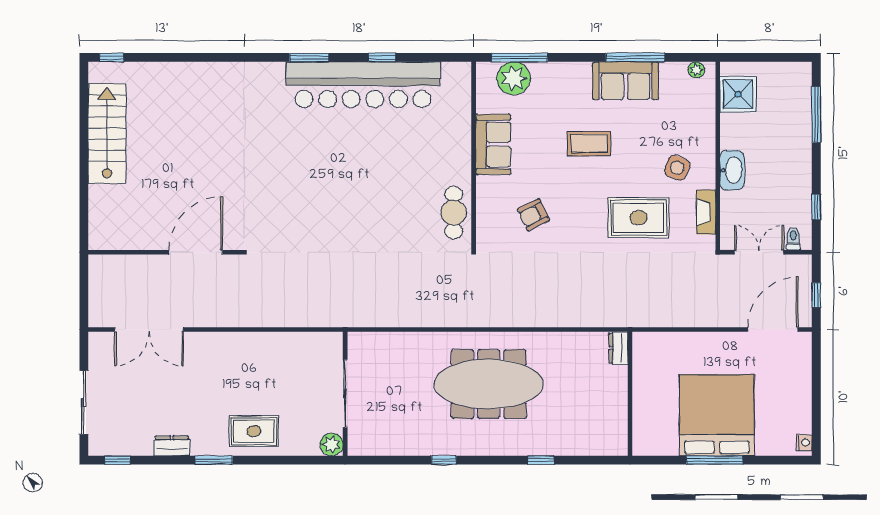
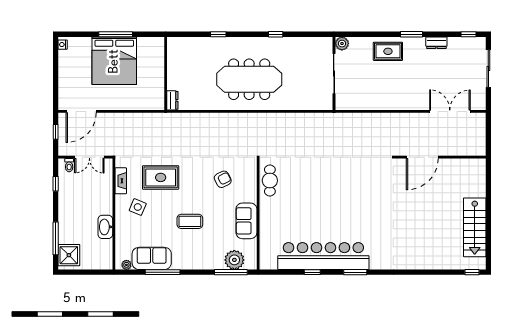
sofa: (626, 81) -> (152, 258), moved
shower: (738, 94) -> (69, 255), moved
washbasin: (732, 170) -> (105, 227), moved

